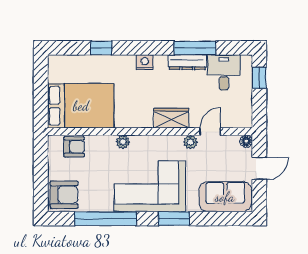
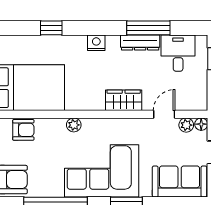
plant: (190, 142) -> (186, 125), moved

